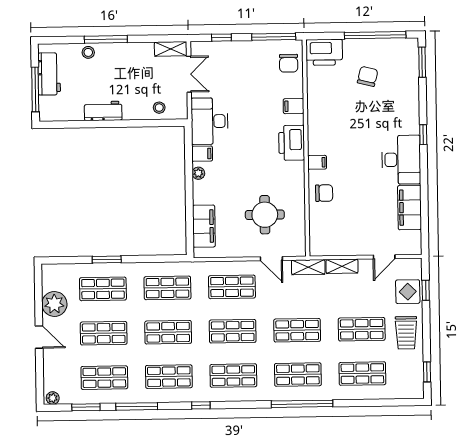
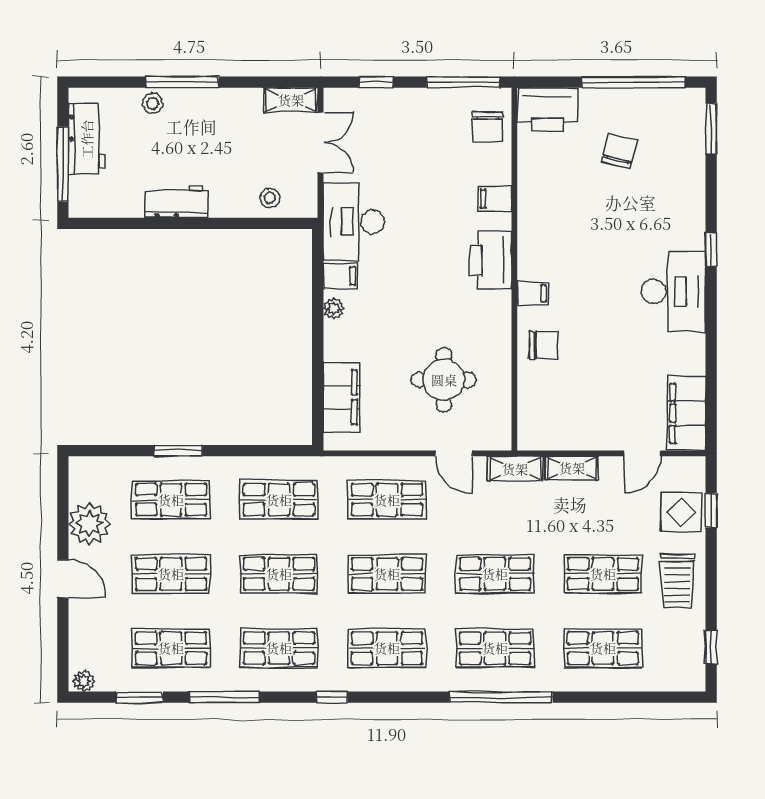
filing cabinet: (410, 208) -> (686, 413), moved

